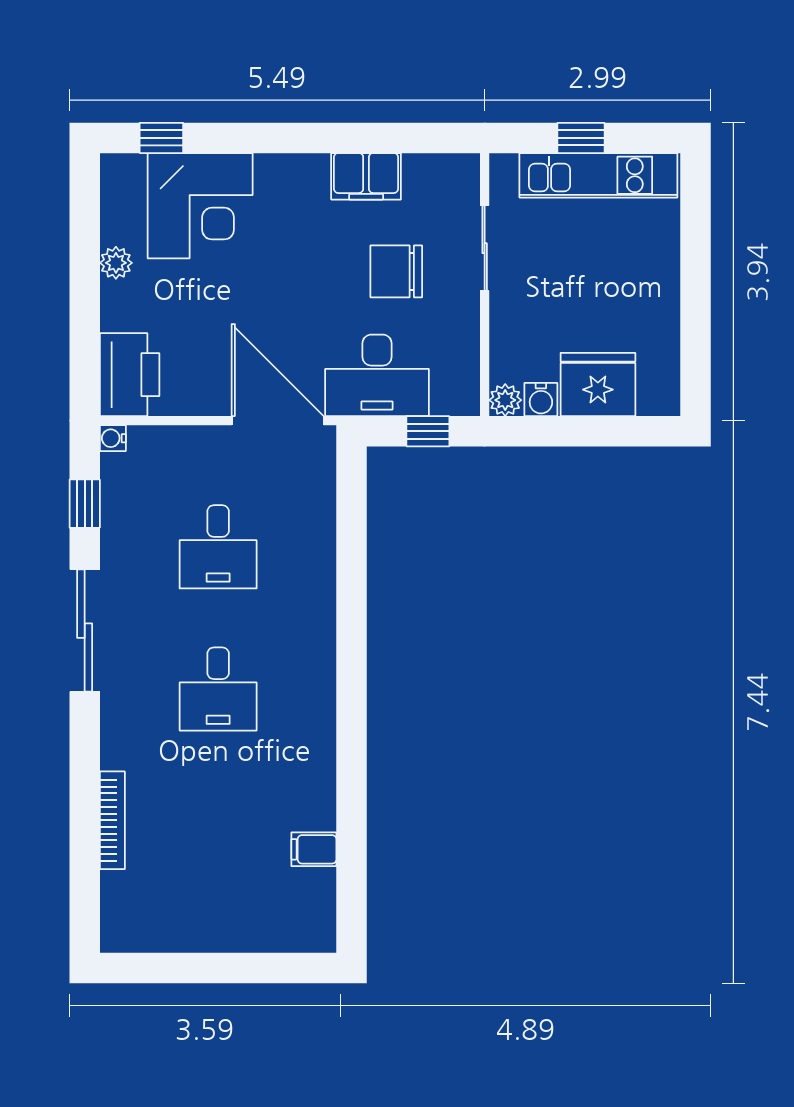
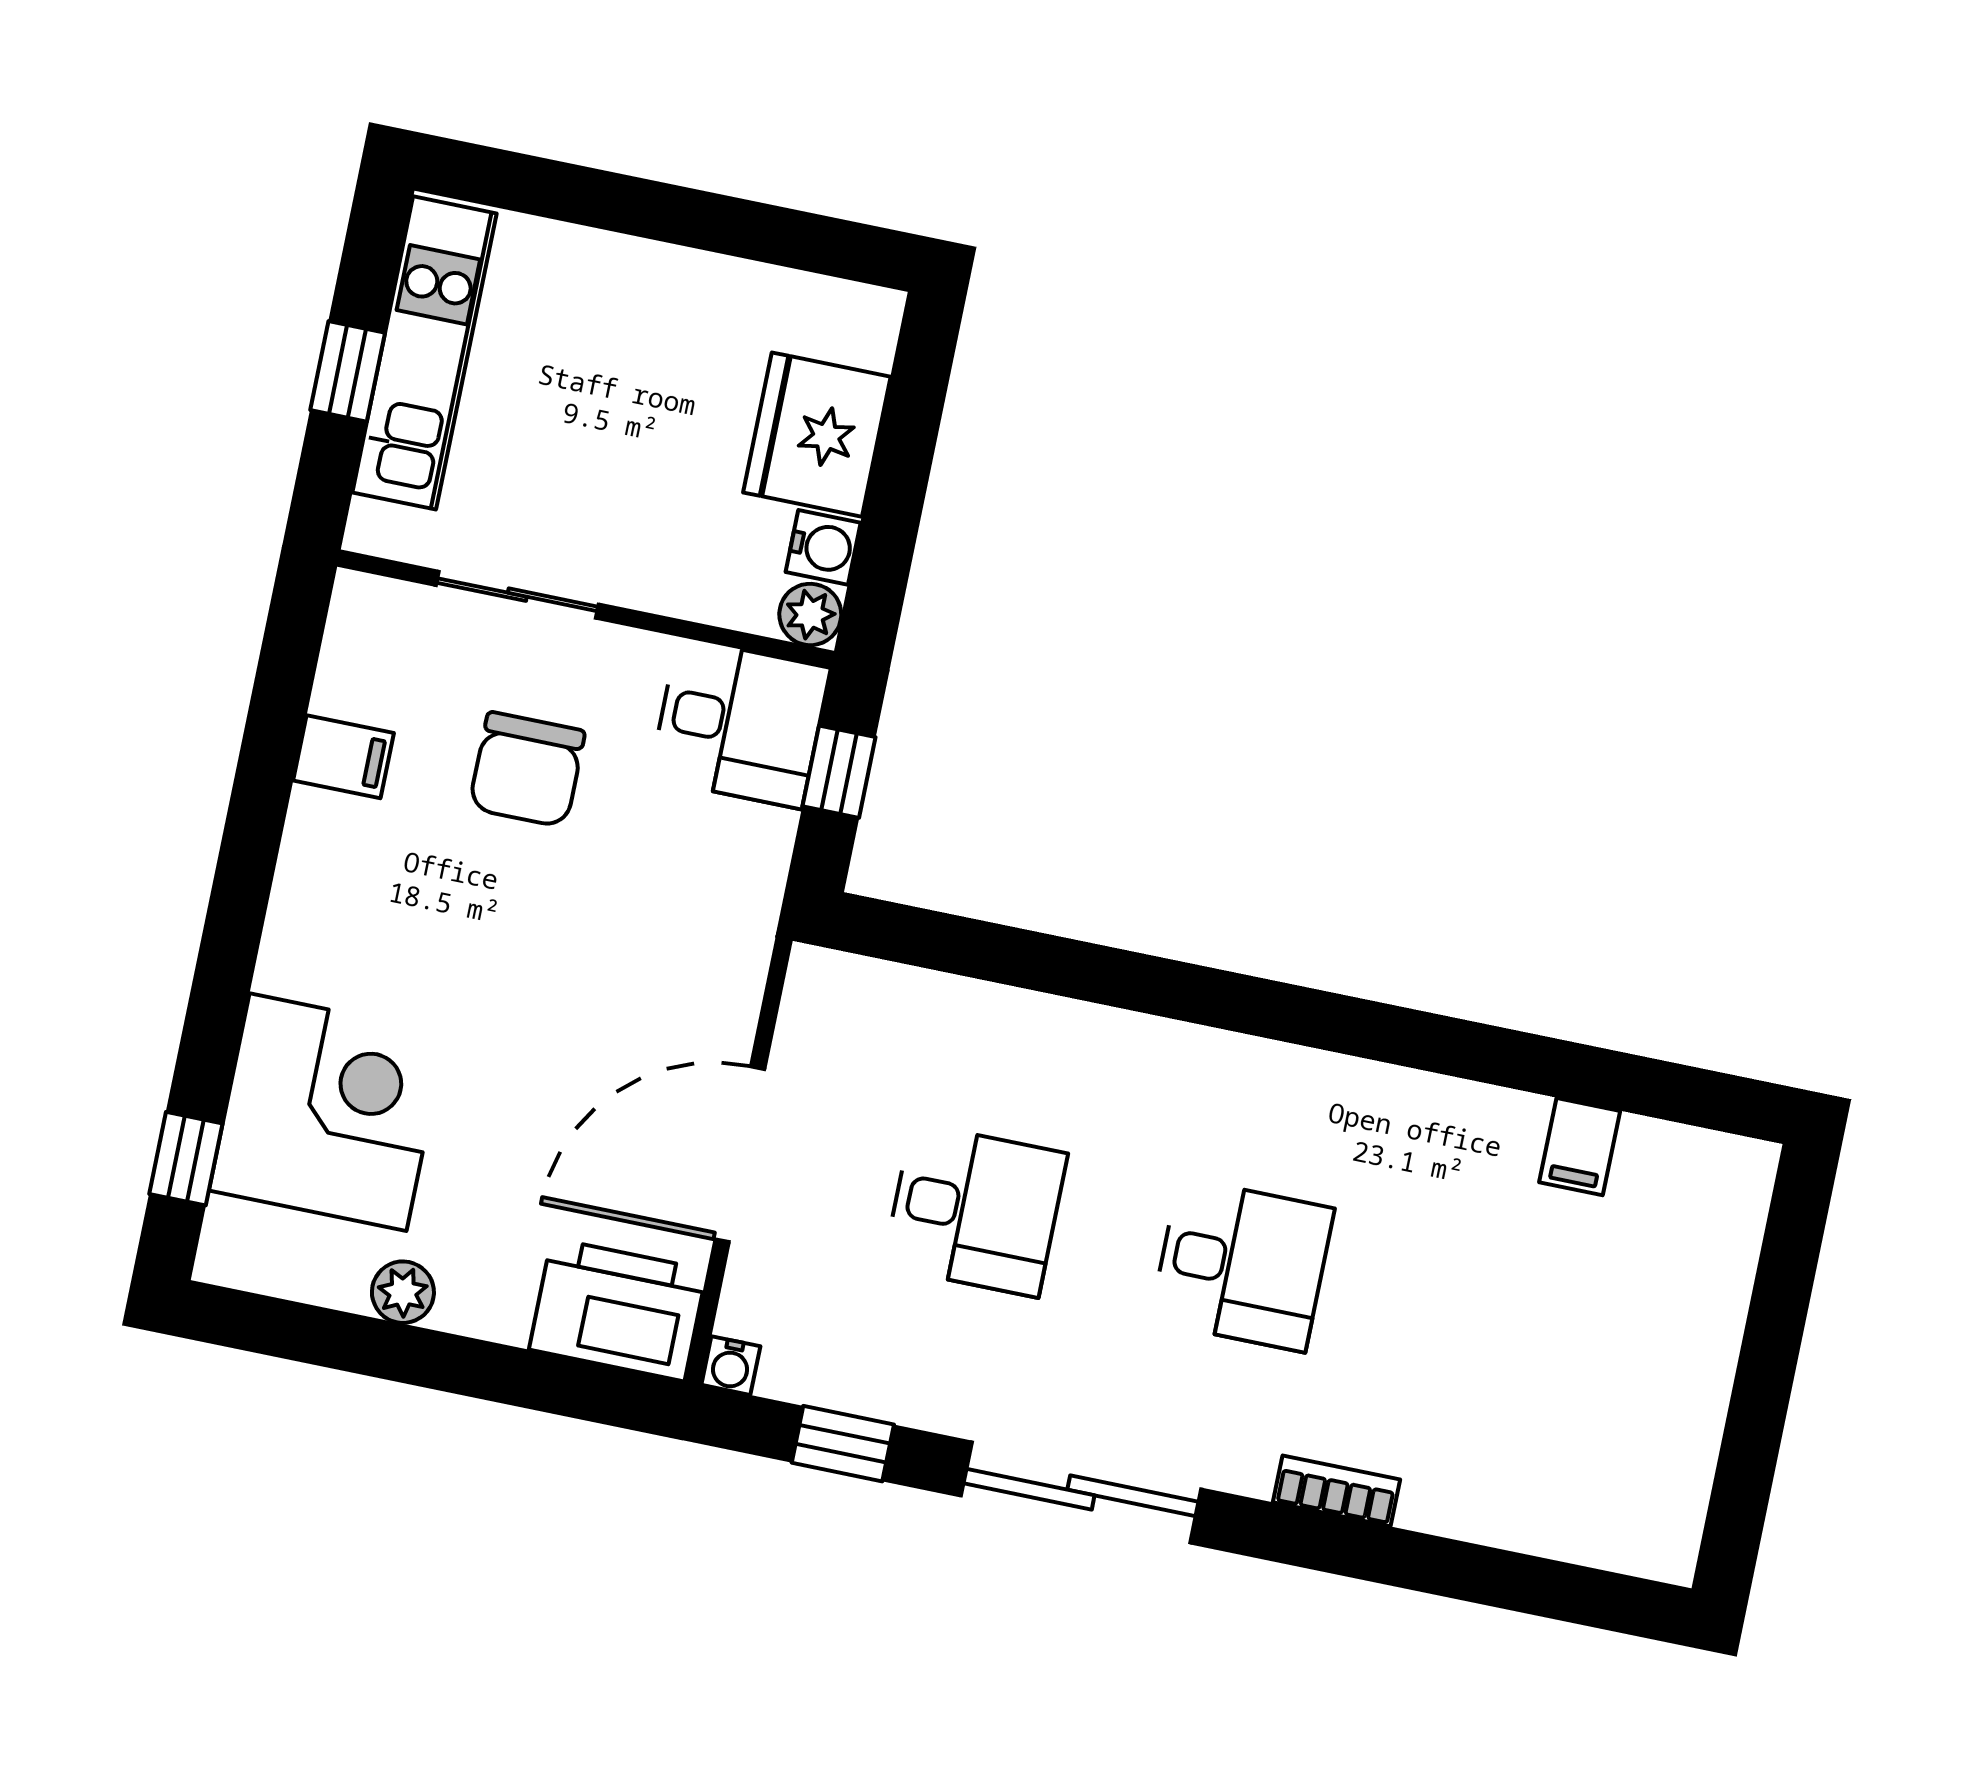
filing cabinet: (366, 176) -> (344, 757), width x0.50
desk: (377, 375) -> (740, 723), moved, width x0.73
door: (278, 421) -> (740, 1154), moved
bookcase: (112, 820) -> (1337, 1491), moved, width x0.64

